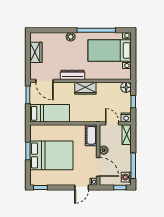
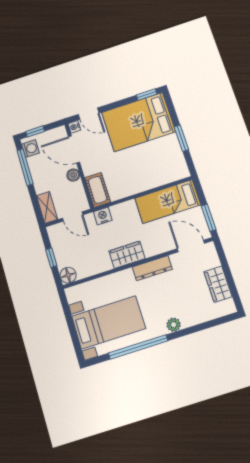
nightstand: (126, 117) -> (103, 216), moved
bed: (51, 155) -> (138, 122), moved
door: (82, 188) -> (89, 114), swing flipped

